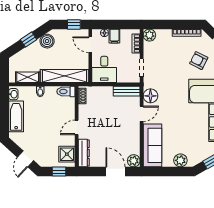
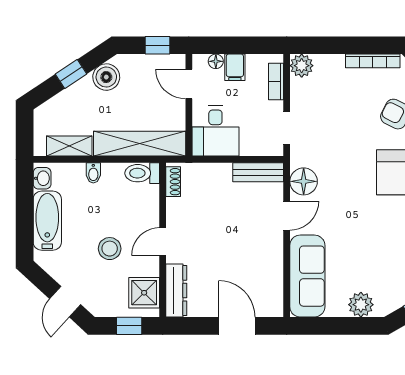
stool: (49, 131) -> (110, 249), added
plant: (134, 161) -> (272, 305), removed

